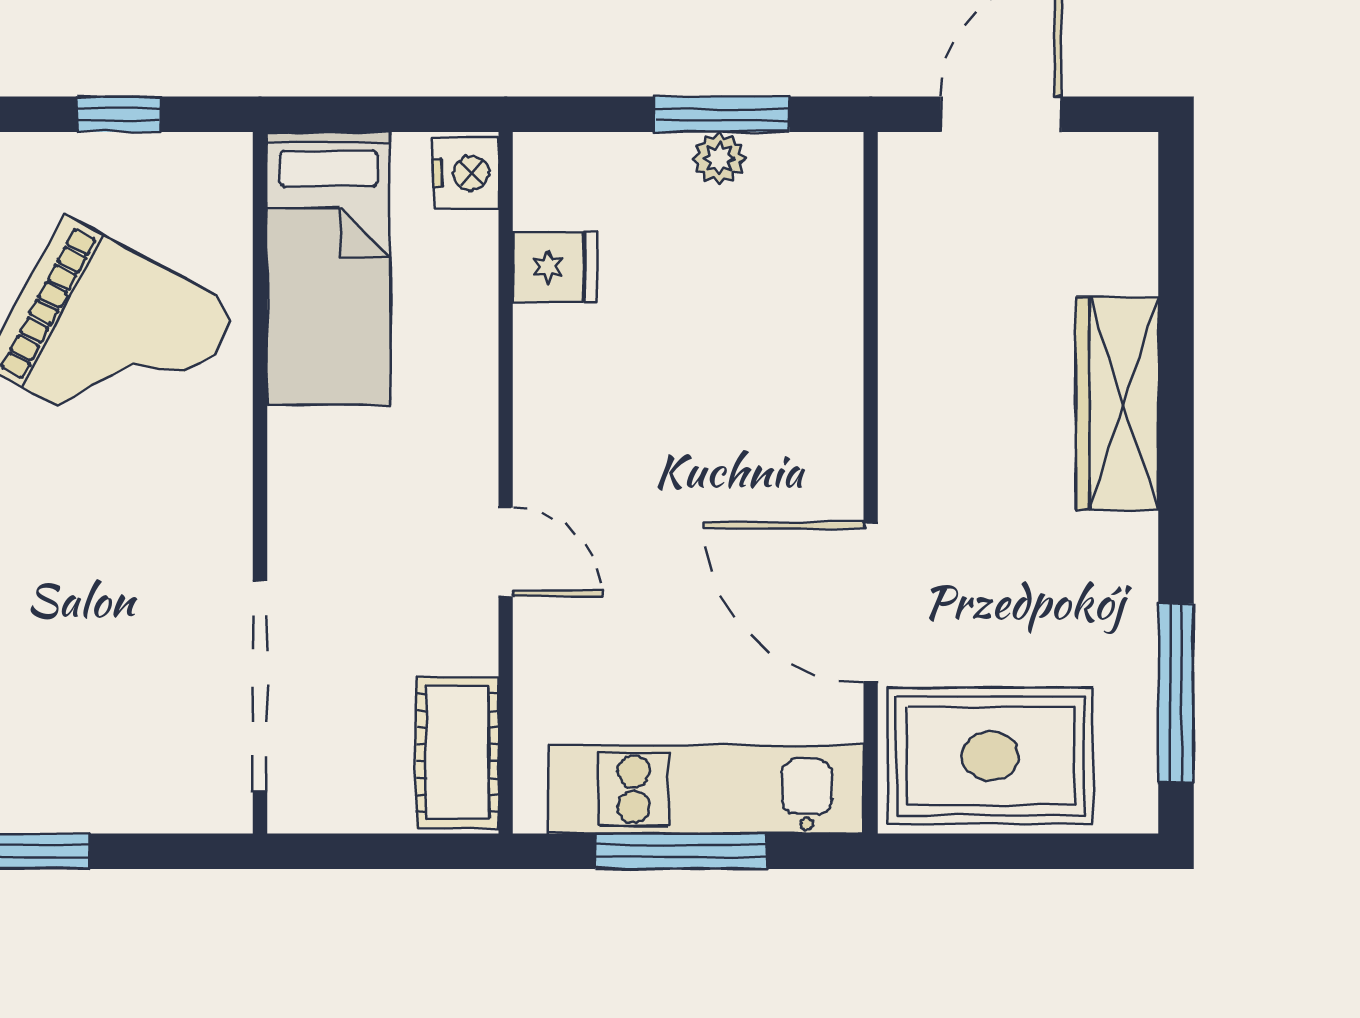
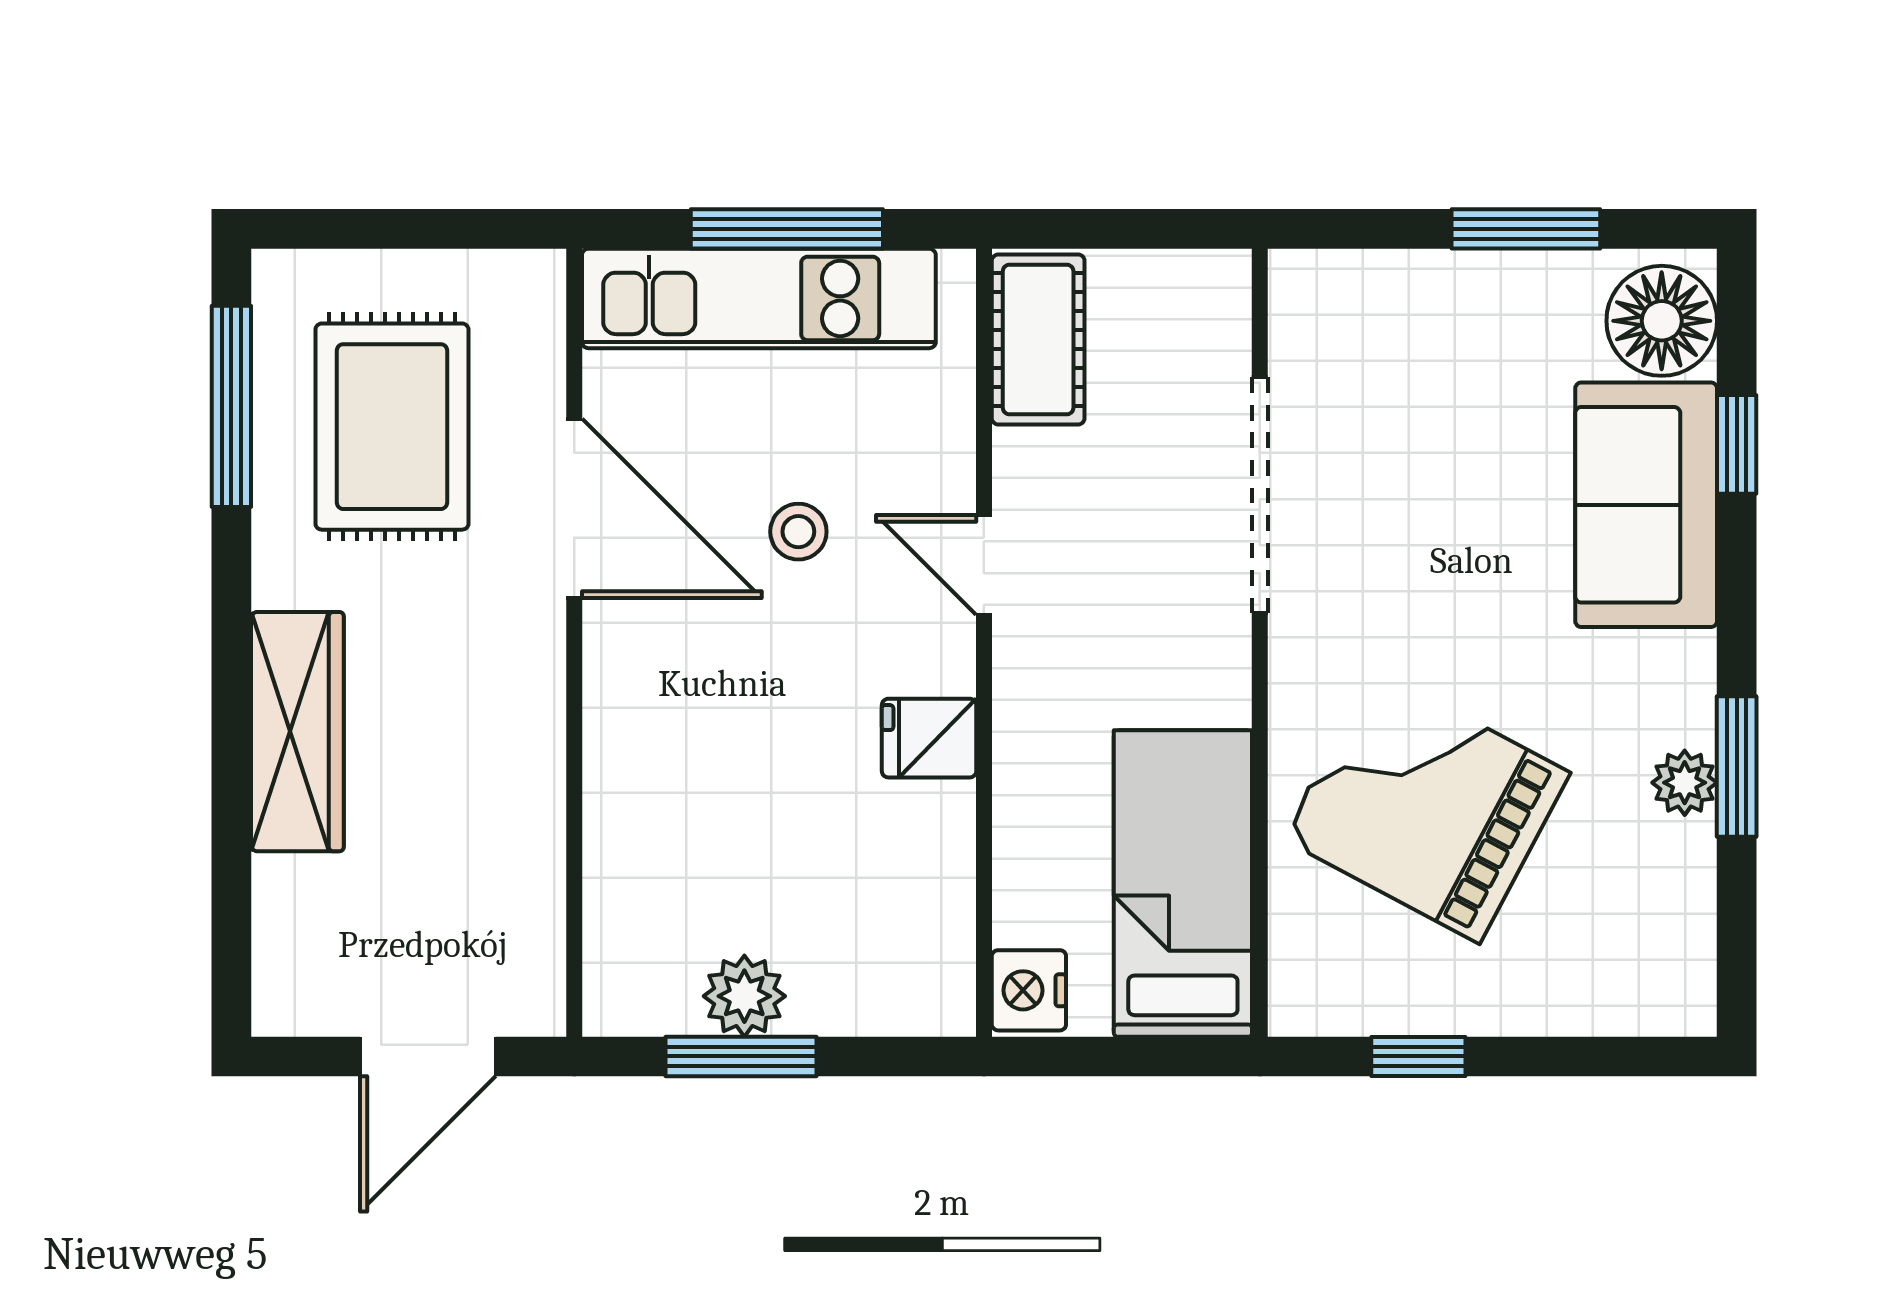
plant: (719, 158) -> (744, 996), width x1.38, depth x1.38
fridge: (555, 267) -> (929, 738), moved
stool: (671, 582) -> (798, 532), added
doorway: (260, 686) -> (1260, 495), moved
rug: (990, 756) -> (392, 427), moved, turned 90

